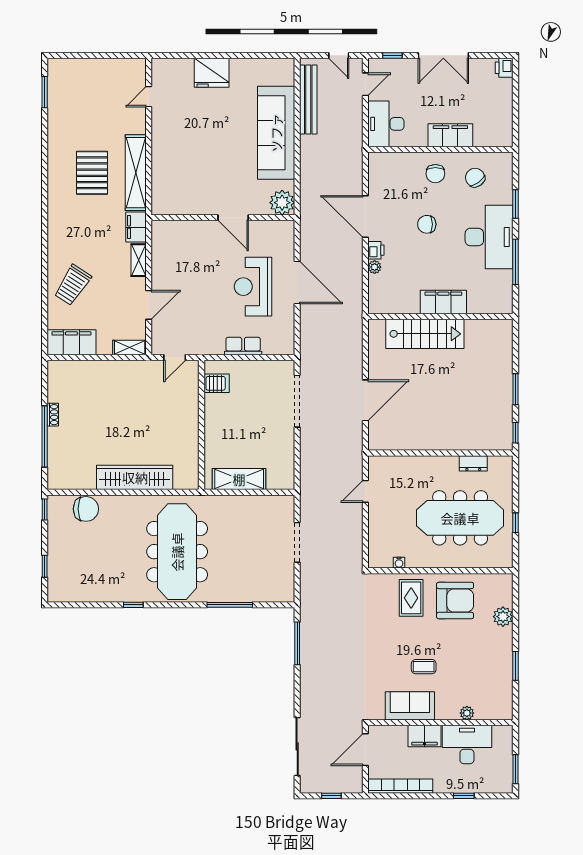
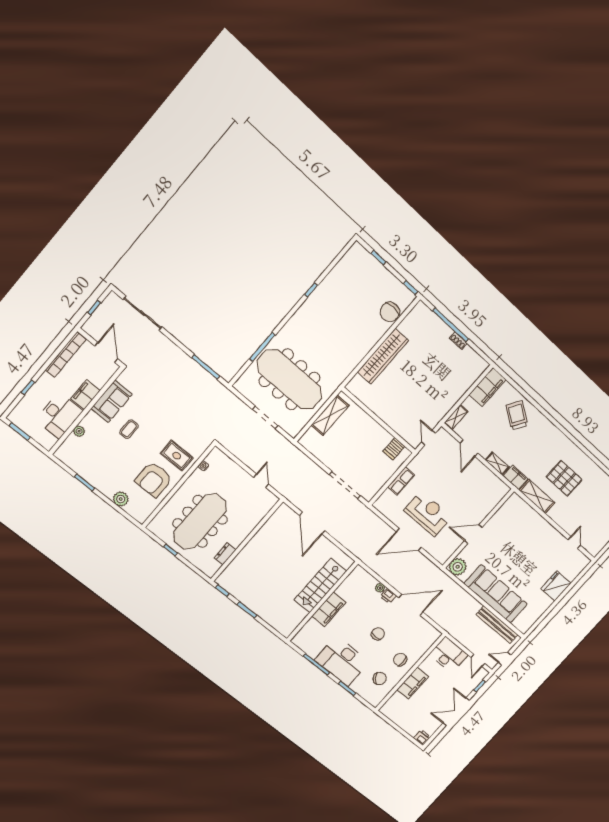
shelving: (136, 173) -> (537, 496), width x0.68
meeting table: (177, 552) -> (290, 379), moved

